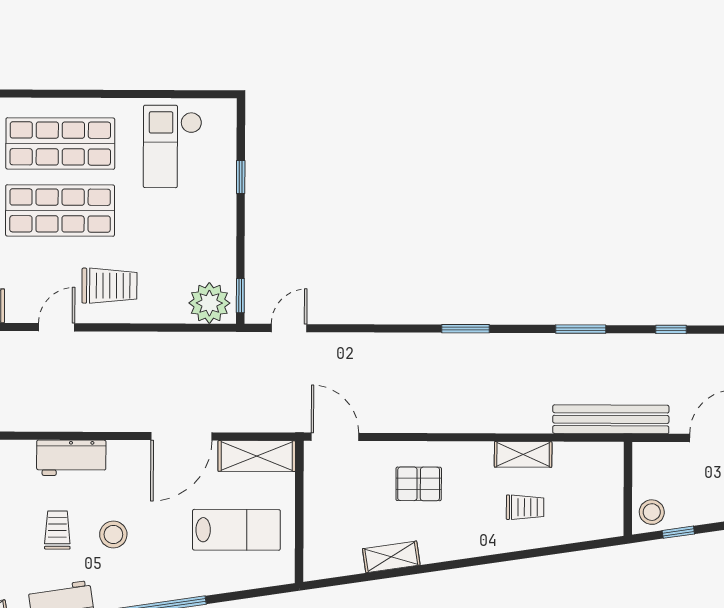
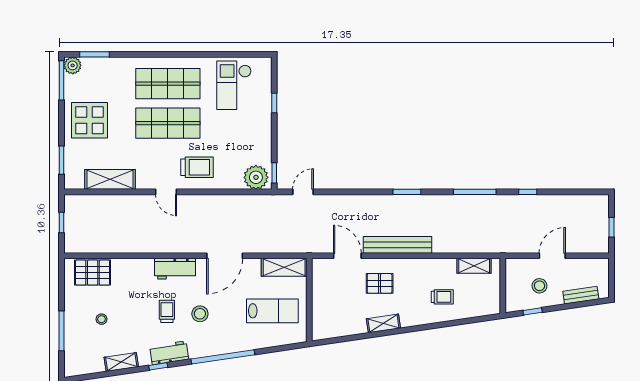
door: (57, 327) -> (166, 192), swing flipped
window: (581, 329) -> (475, 192), width x1.44
bench: (611, 419) -> (397, 245), moved
door: (181, 436) -> (225, 256), moved
door: (335, 437) -> (347, 256), moved
shelving: (523, 454) -> (474, 266), moved
stool: (652, 512) -> (539, 286), moved
shelving: (391, 557) -> (383, 323), moved

